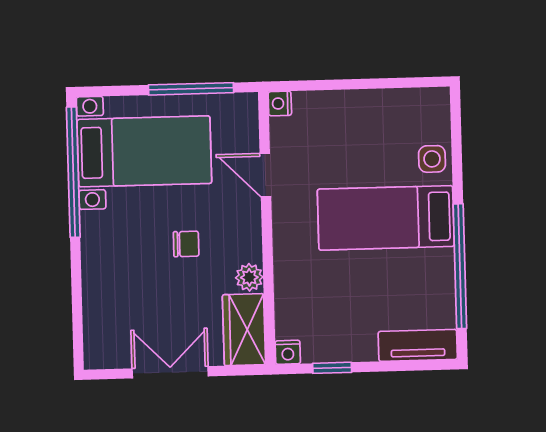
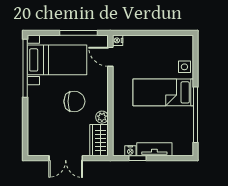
door: (265, 175) -> (110, 57), moved
chair: (186, 244) -> (74, 101), width x1.87, depth x1.87
tv unit: (418, 345) -> (154, 149), moved
nightstand: (288, 352) -> (130, 151), moved
double door: (170, 372) -> (66, 158), swing flipped

